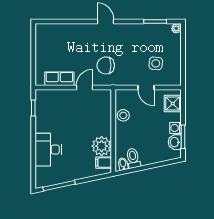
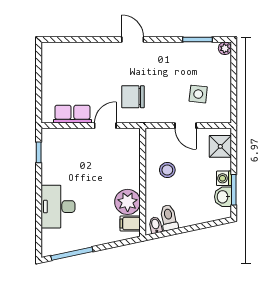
stool: (123, 115) -> (167, 170), moved

